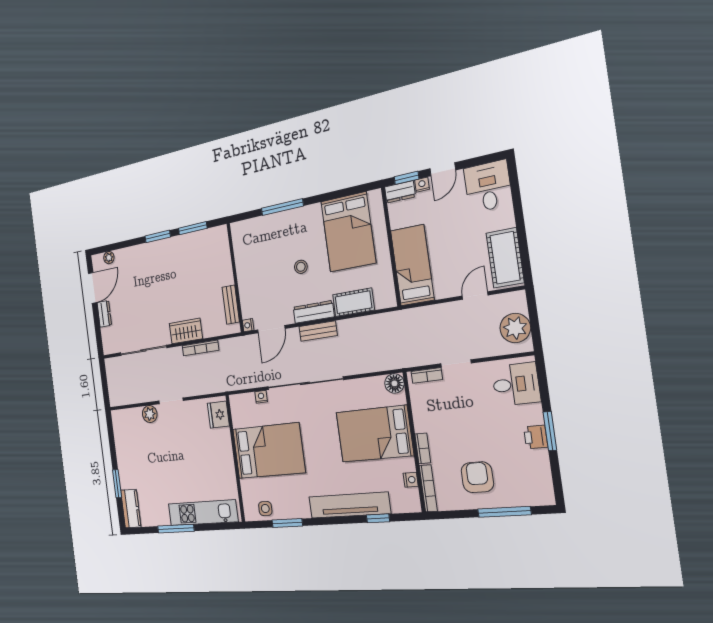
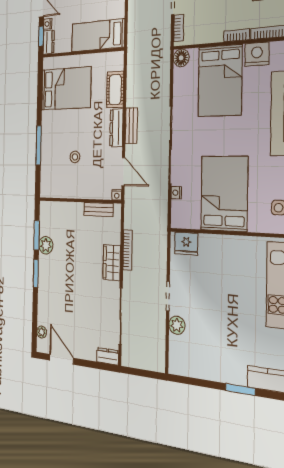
plant: (186, 243) -> (46, 245), added
stool: (301, 267) -> (75, 157), moved
dresser: (104, 314) -> (108, 356), moved
nightstand: (411, 480) -> (257, 54), width x1.89, depth x1.79

